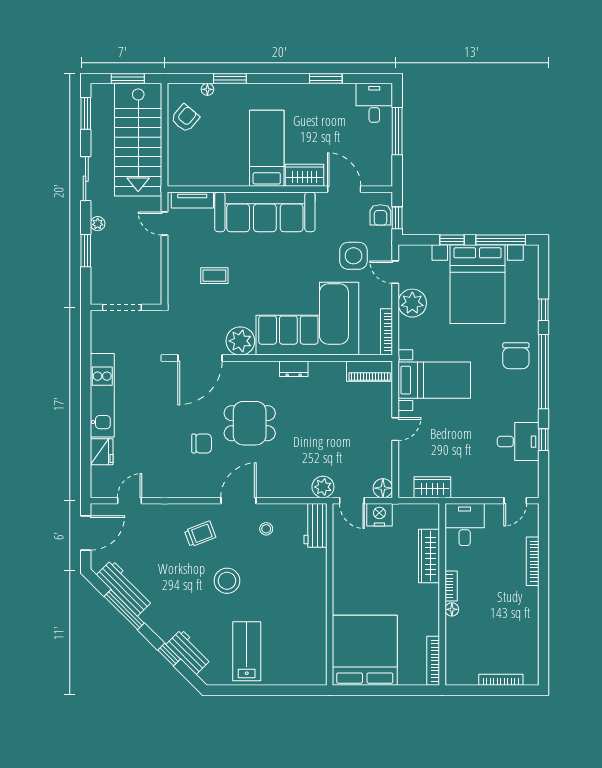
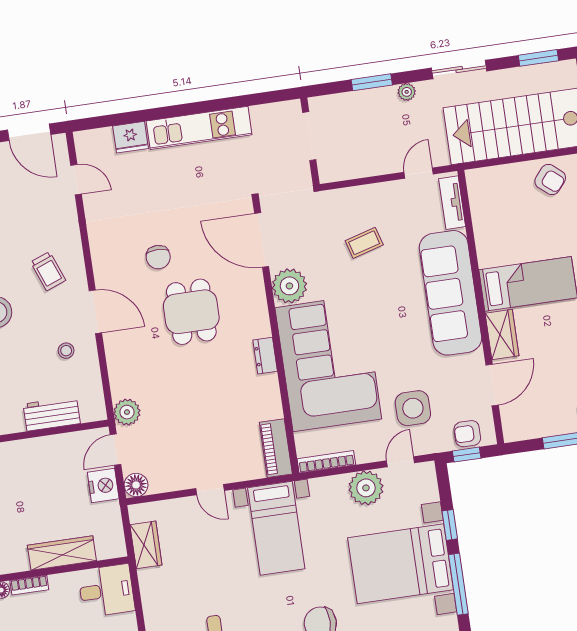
coffee table: (214, 276) -> (364, 243), turned 74
workbench: (315, 525) -> (52, 414), moved

